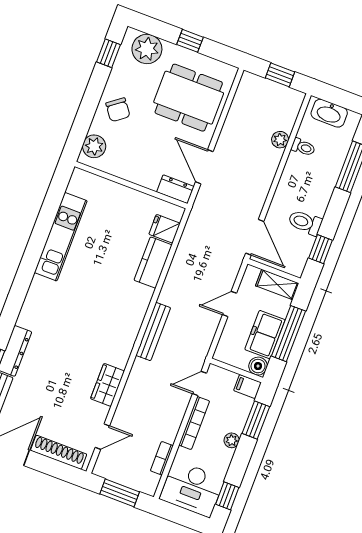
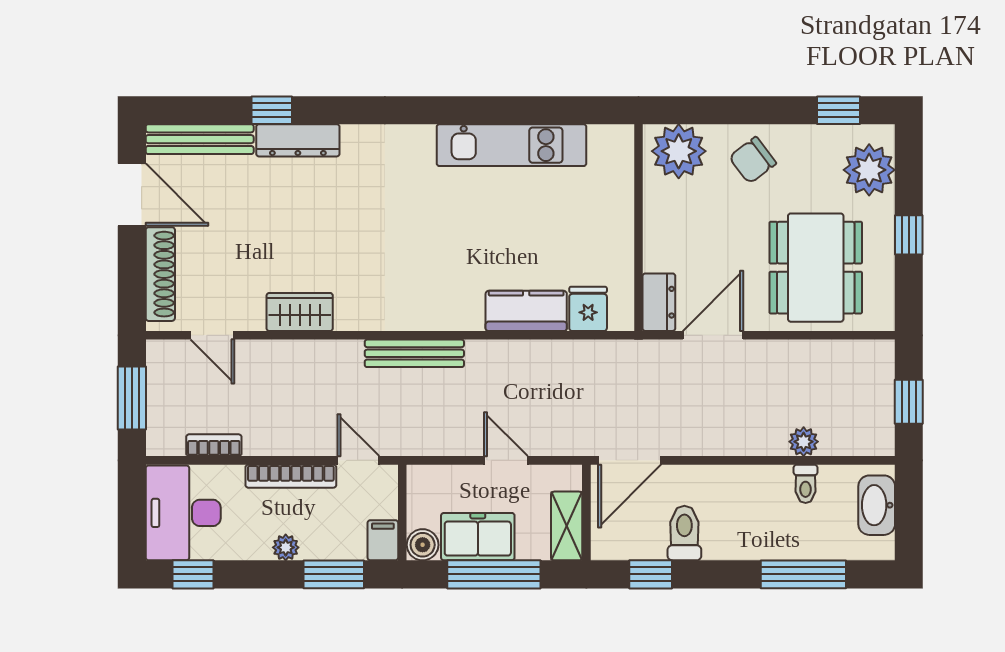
plant: (94, 146) -> (679, 151), width x1.36, depth x1.36

